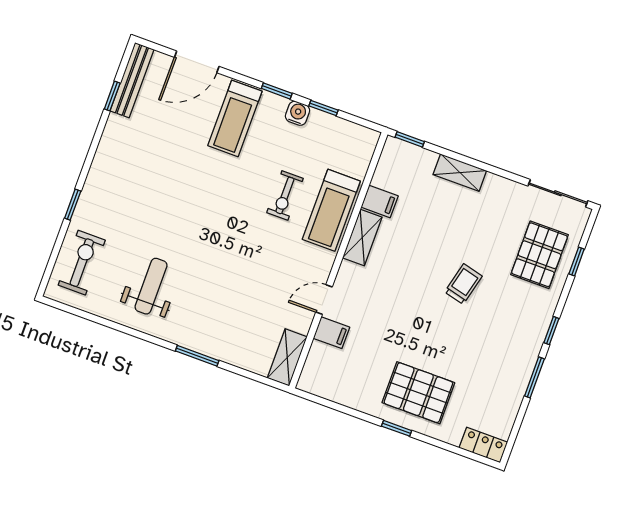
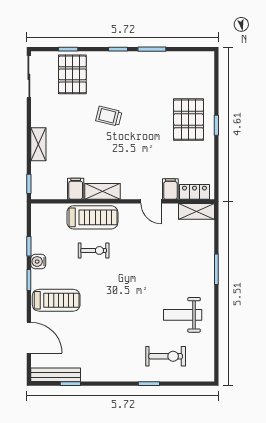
pallet: (539, 255) -> (72, 74), turned 90
exercise bike: (82, 263) -> (166, 356), moved, turned 180
locker: (483, 445) -> (194, 192), moved, turned 90

